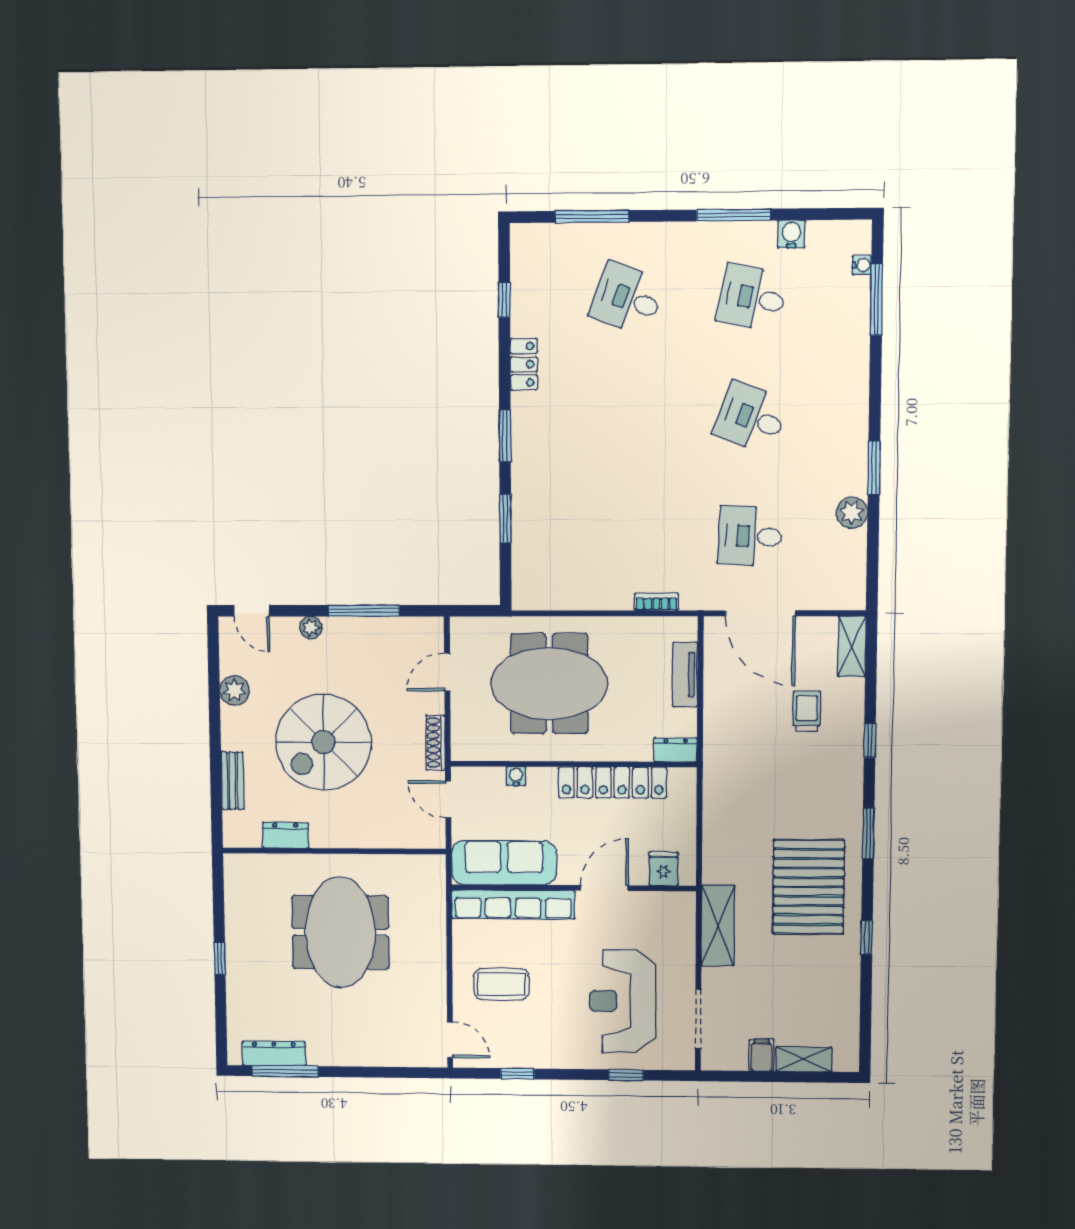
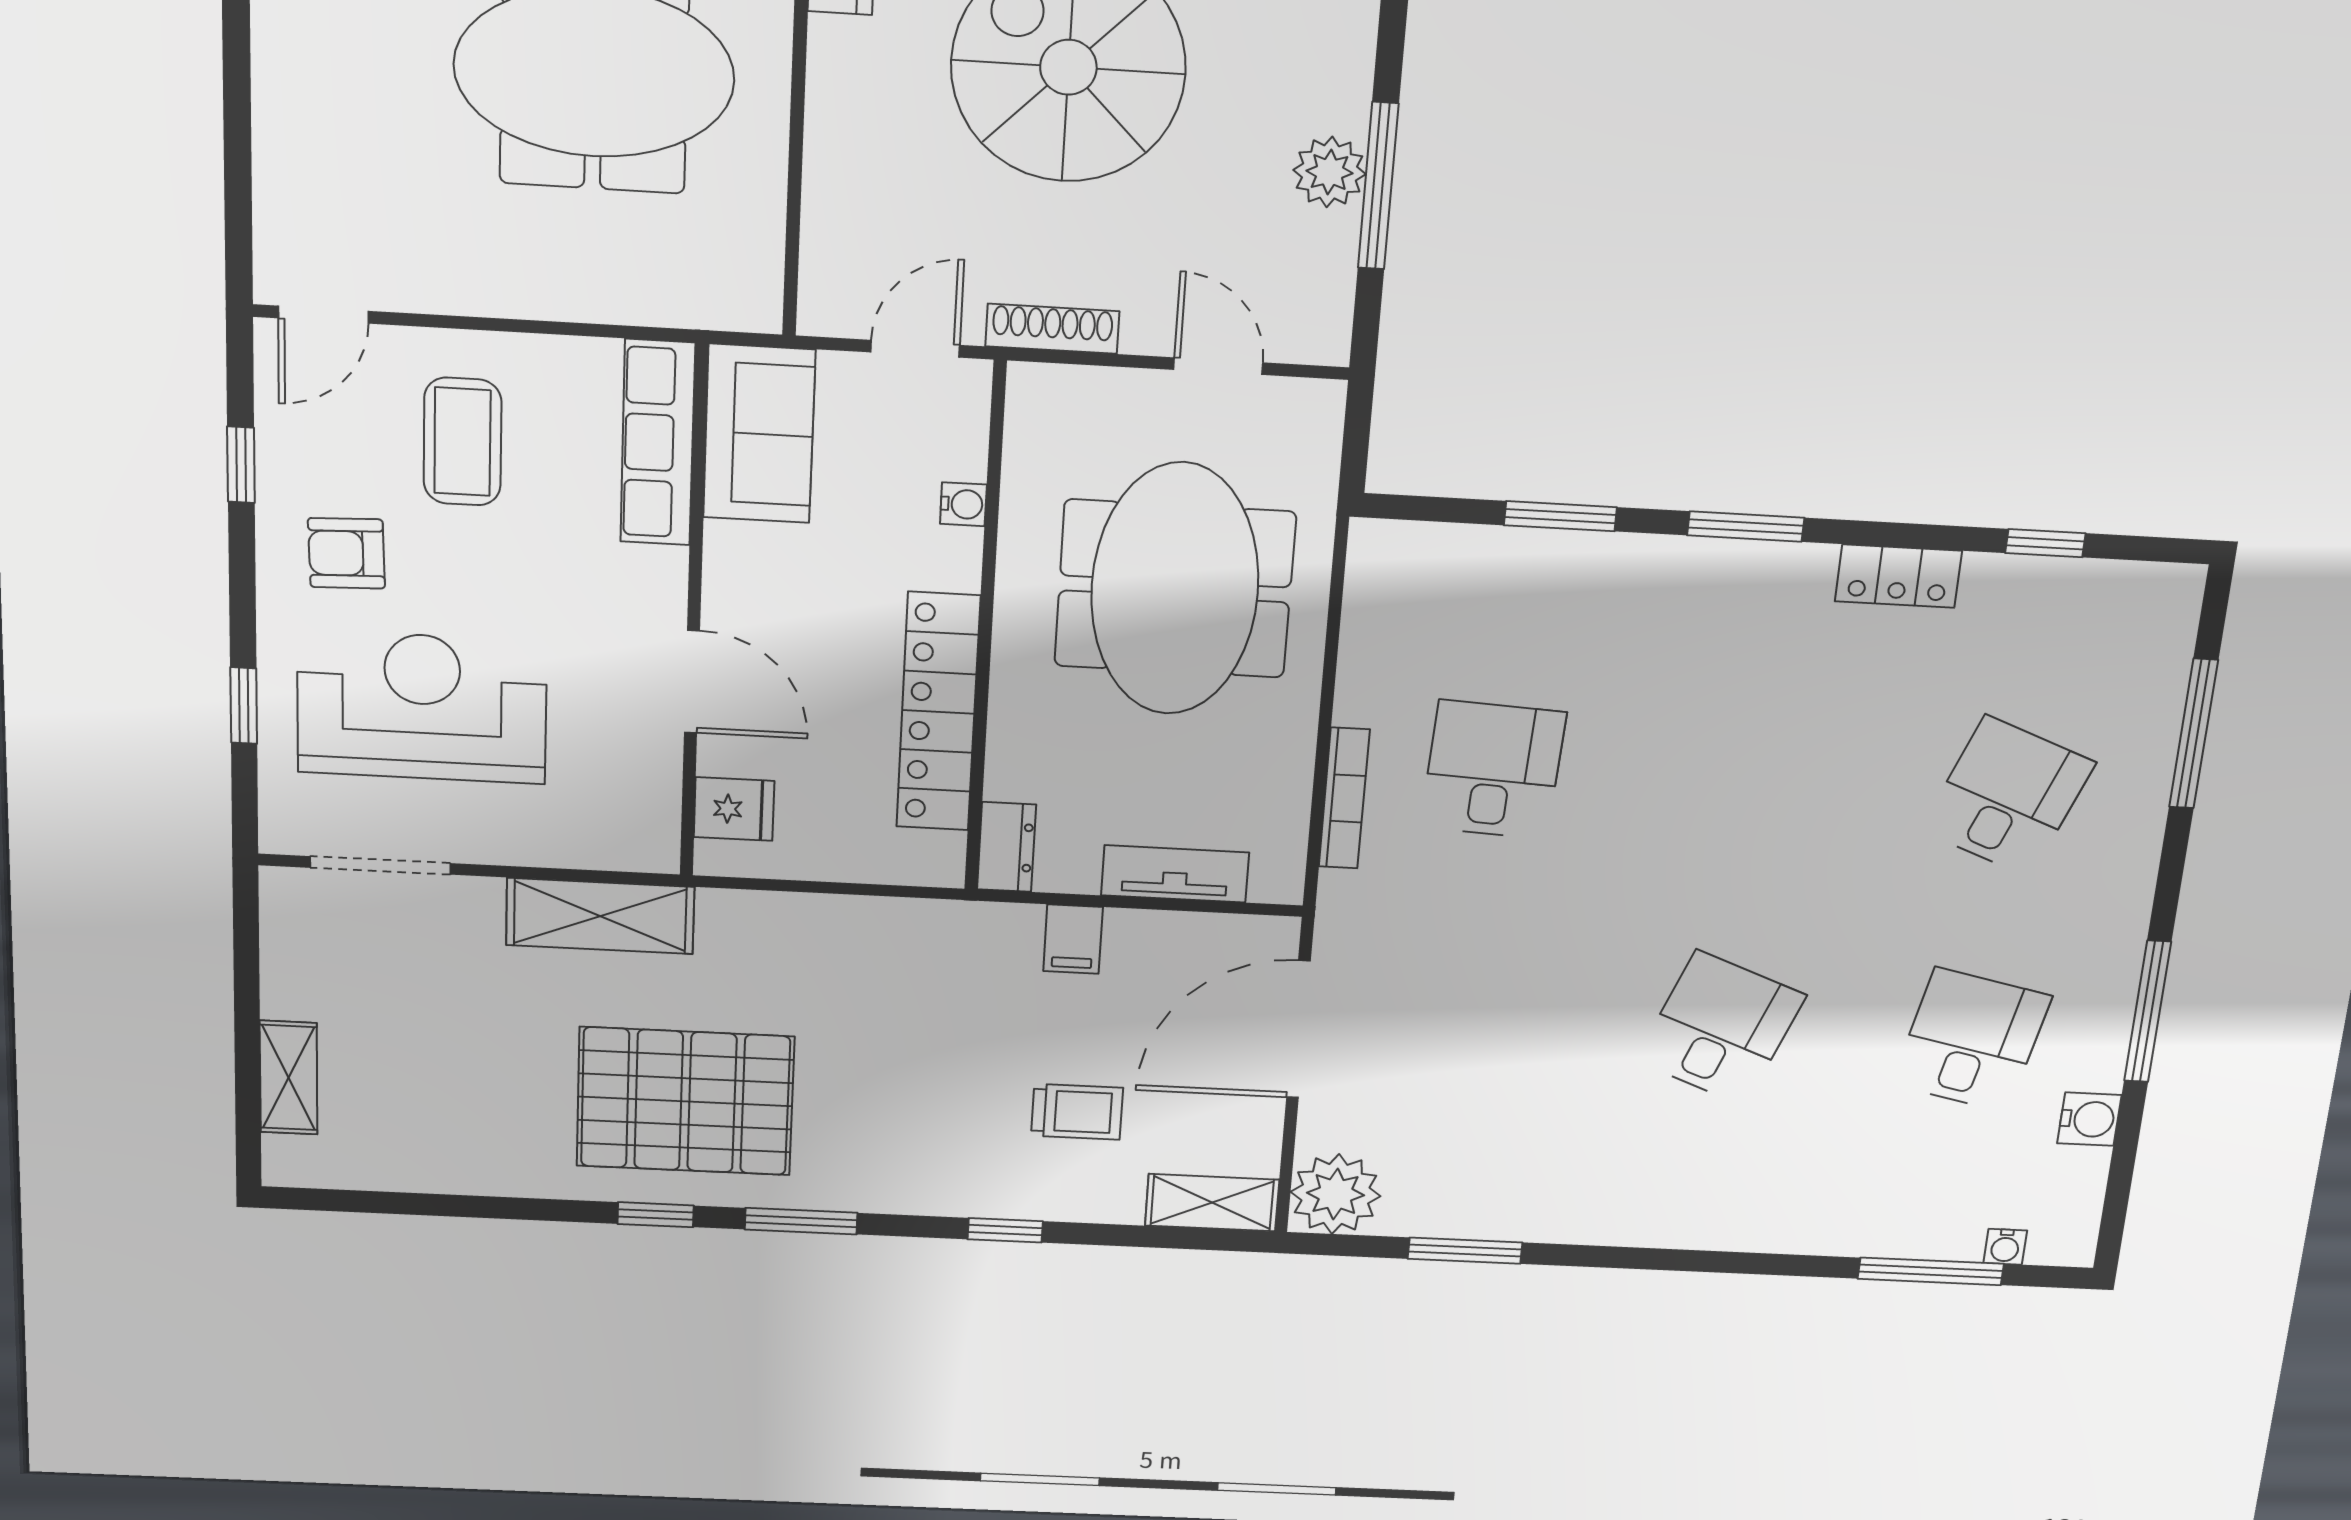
window: (874, 468) -> (1465, 1251), moved
plant: (852, 513) -> (1335, 1194), moved, width x1.36, depth x1.36
desk: (750, 536) -> (1493, 770), moved
bookcase: (656, 602) -> (1344, 798), width x1.56
plant: (311, 627) -> (1329, 172), moved, width x1.38, depth x1.38
sofa: (504, 863) -> (759, 434), width x0.73
row of seats: (513, 905) -> (658, 443), width x0.73
window: (867, 937) -> (656, 1215), moved
armchair: (554, 1032) -> (346, 553), added
filing cabinet: (761, 1055) -> (1073, 939), moved, turned 90

